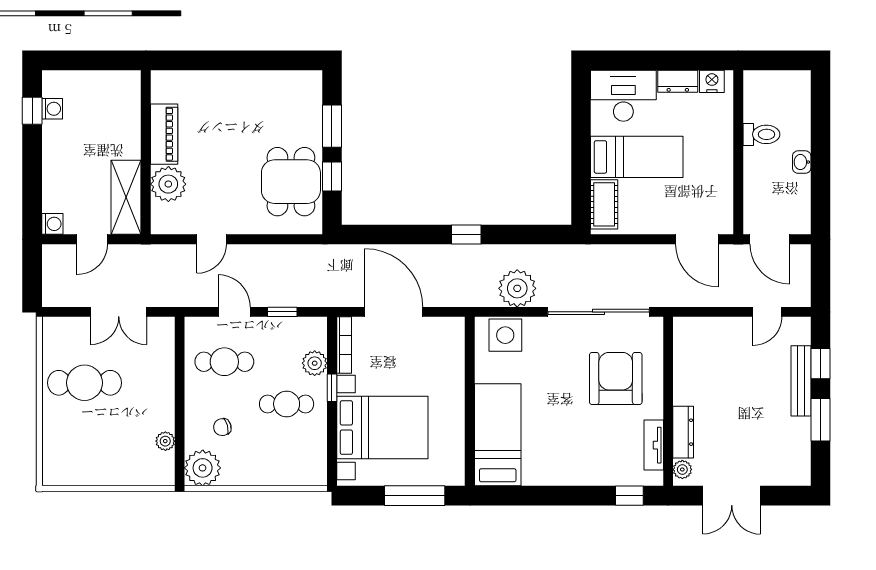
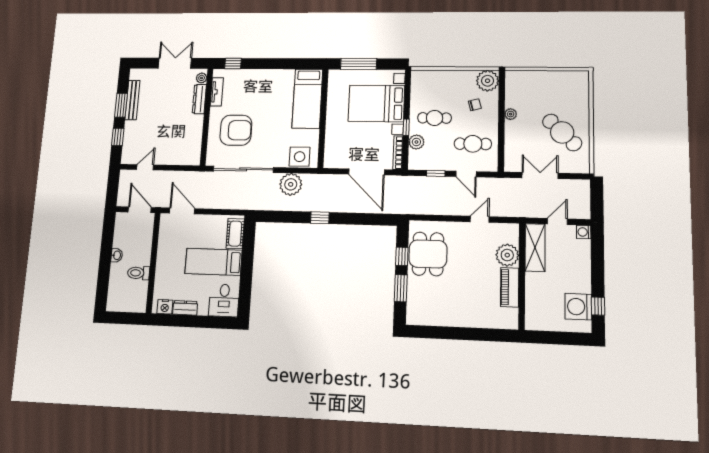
desk: (623, 96) -> (224, 300), width x0.73
washing machine: (52, 109) -> (578, 307), width x1.89, depth x1.89
armchair: (616, 379) -> (236, 130), turned -90
bench: (801, 381) -> (132, 100), moved
cafe table: (85, 383) -> (562, 132), turned 45
plant: (165, 441) -> (511, 114), moved

